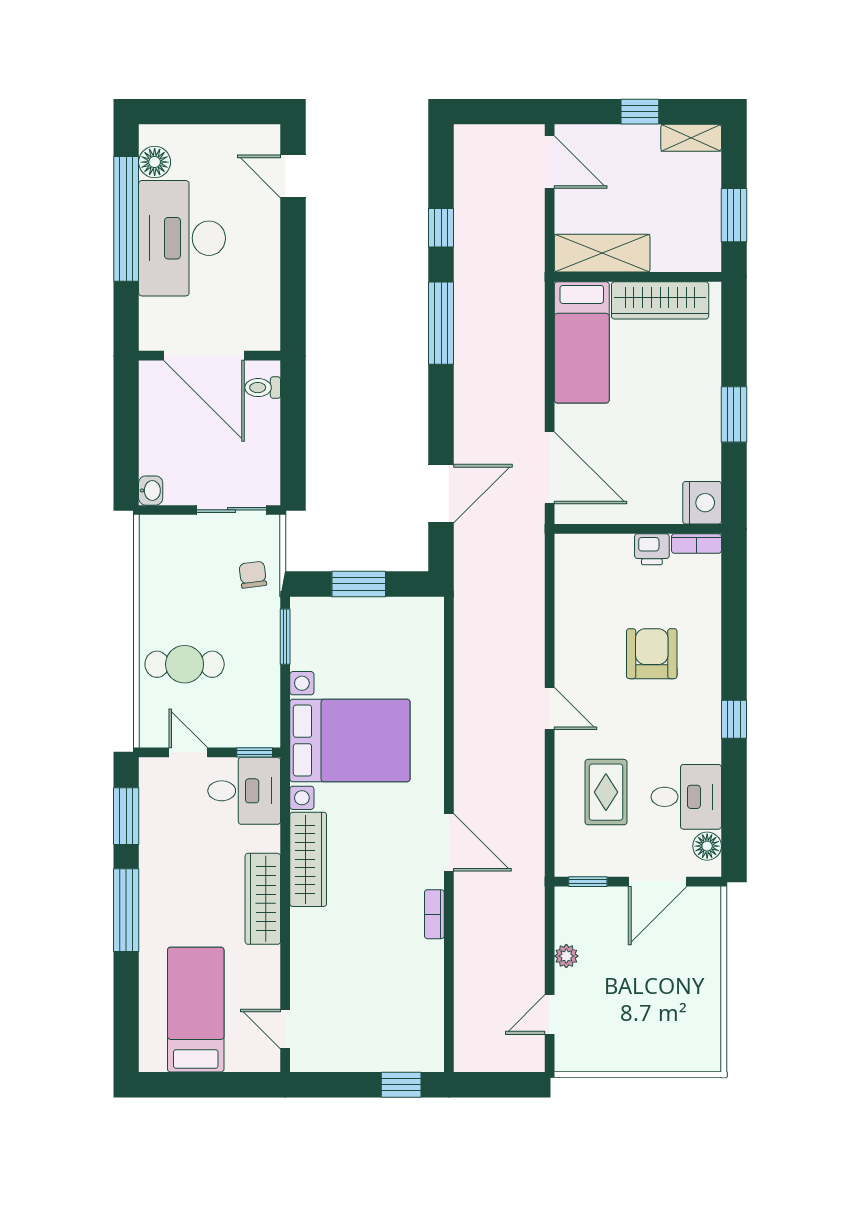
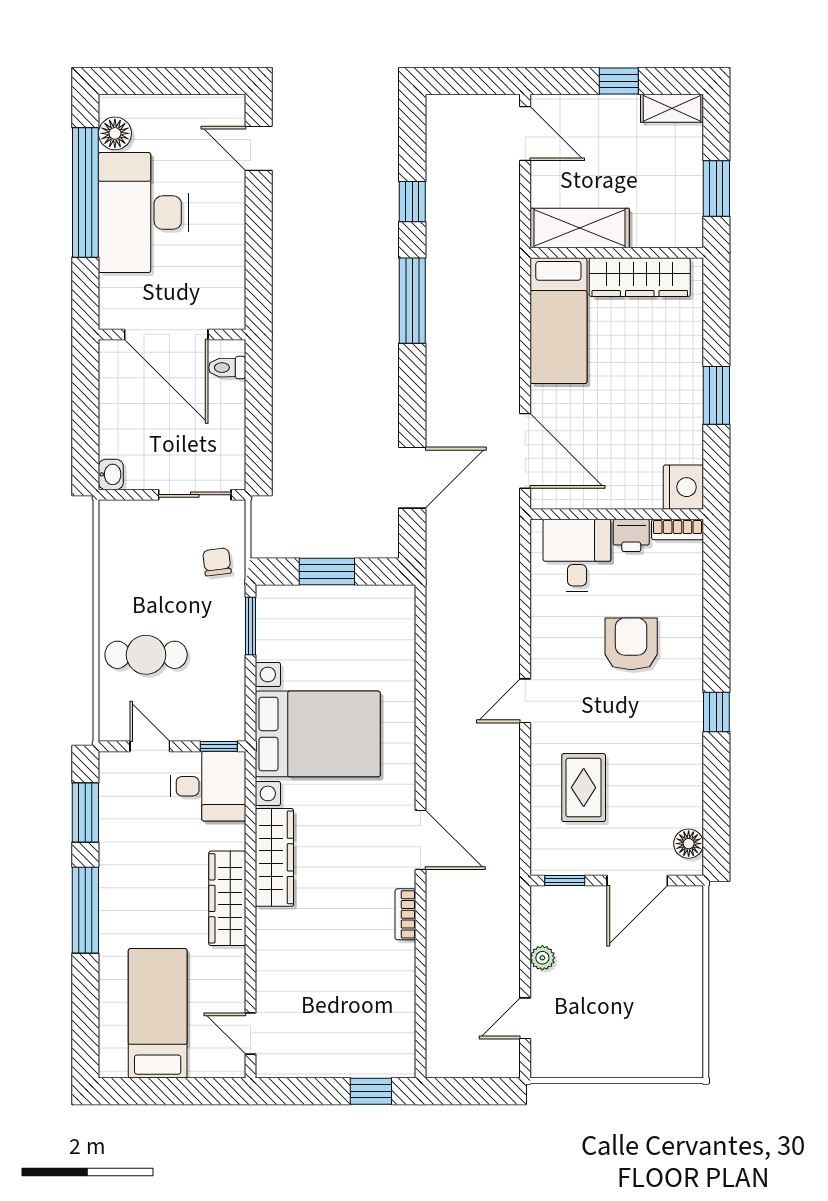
door: (550, 709) -> (525, 701), swing flipped
desk: (686, 797) -> (577, 556), moved, turned -90

